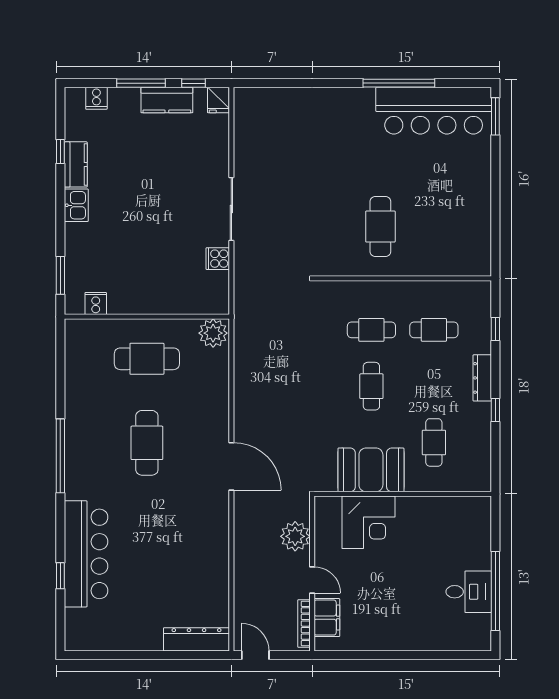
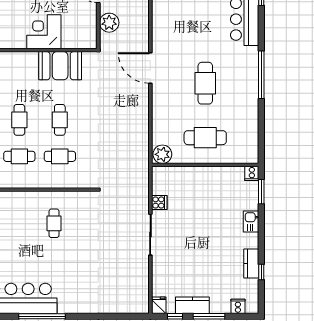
kitchen sink: (76, 205) -> (251, 221), moved
cafe table: (380, 227) -> (54, 223), width x0.73, depth x0.74
cooker: (96, 303) -> (252, 173), moved
cafe table: (434, 442) -> (19, 120), moved
corner desk: (369, 522) -> (44, 32), moved

